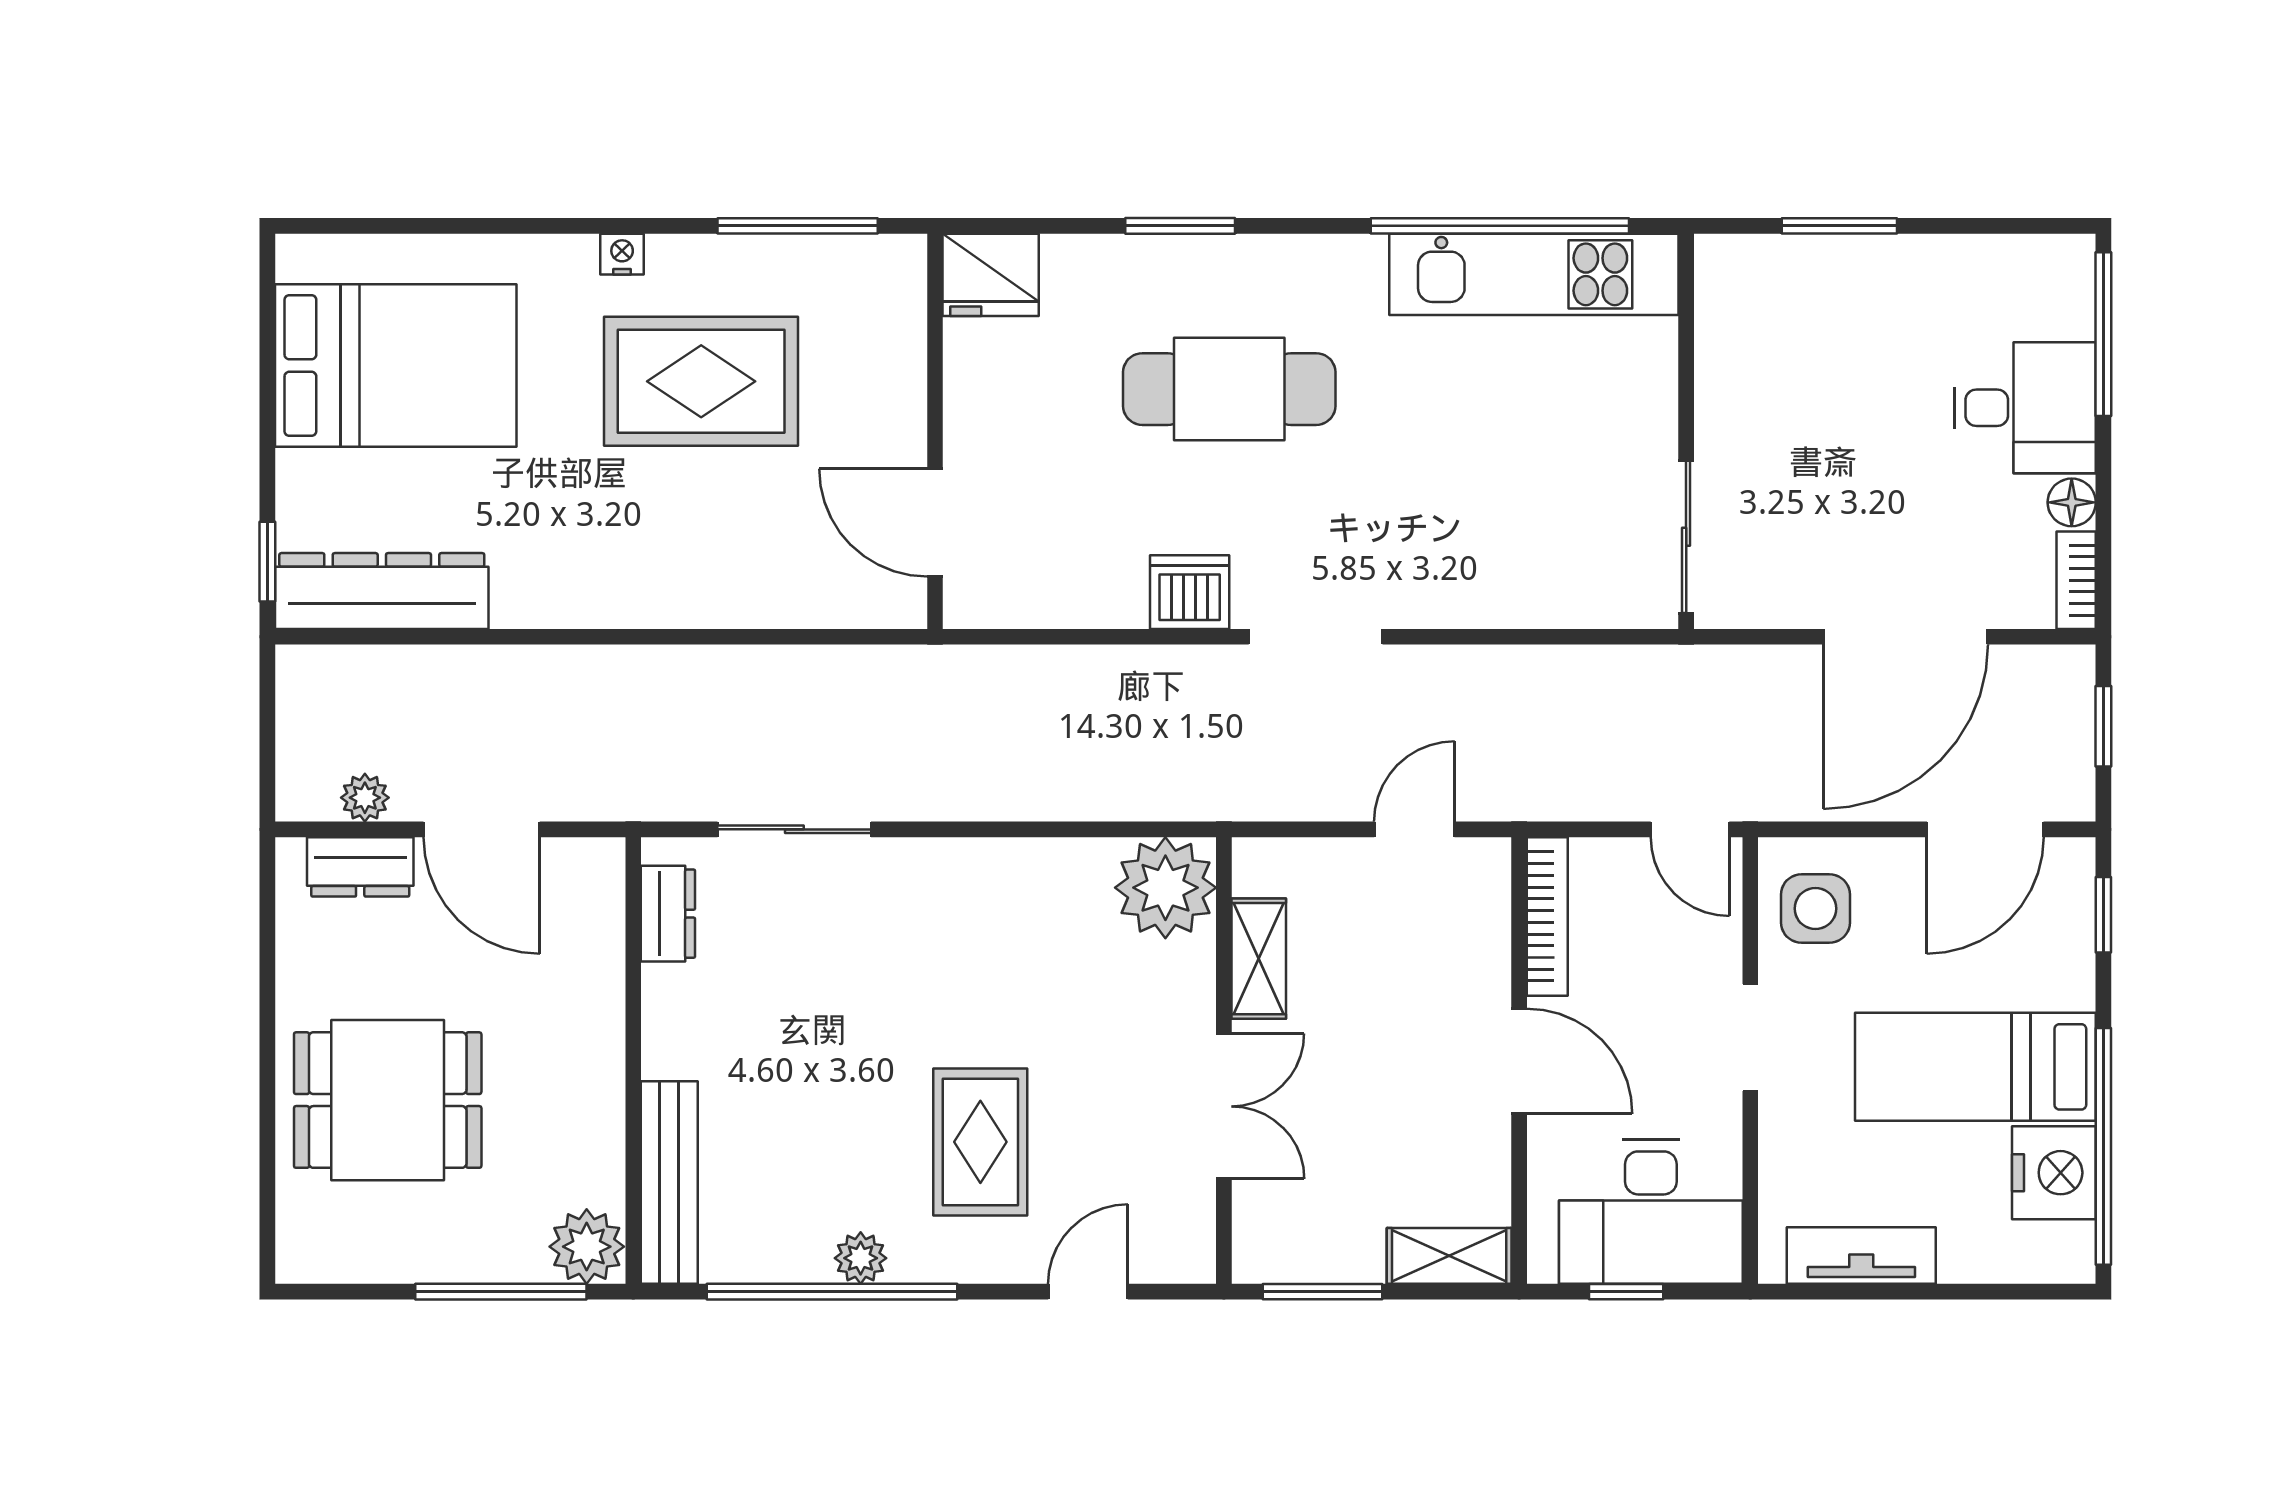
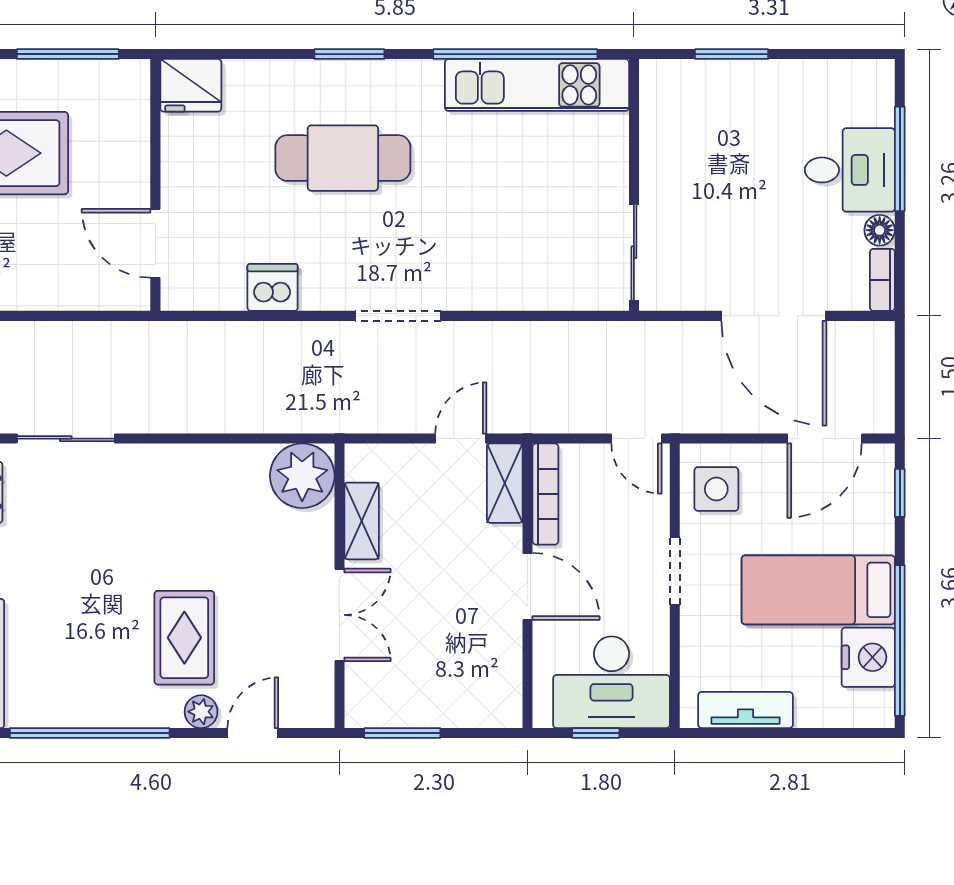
window: (1180, 226) -> (349, 54), moved
window: (2103, 334) -> (900, 159), moved
dishwasher: (1190, 592) -> (273, 287), moved
door: (1906, 637) -> (774, 316), hinge flipped
window: (2103, 726) -> (900, 373), removed
shelving: (1449, 1256) -> (505, 483), moved, turned 90
plant: (861, 1258) -> (201, 712), moved

